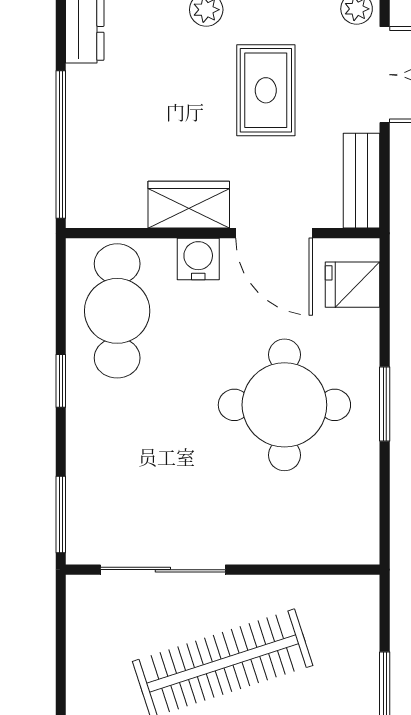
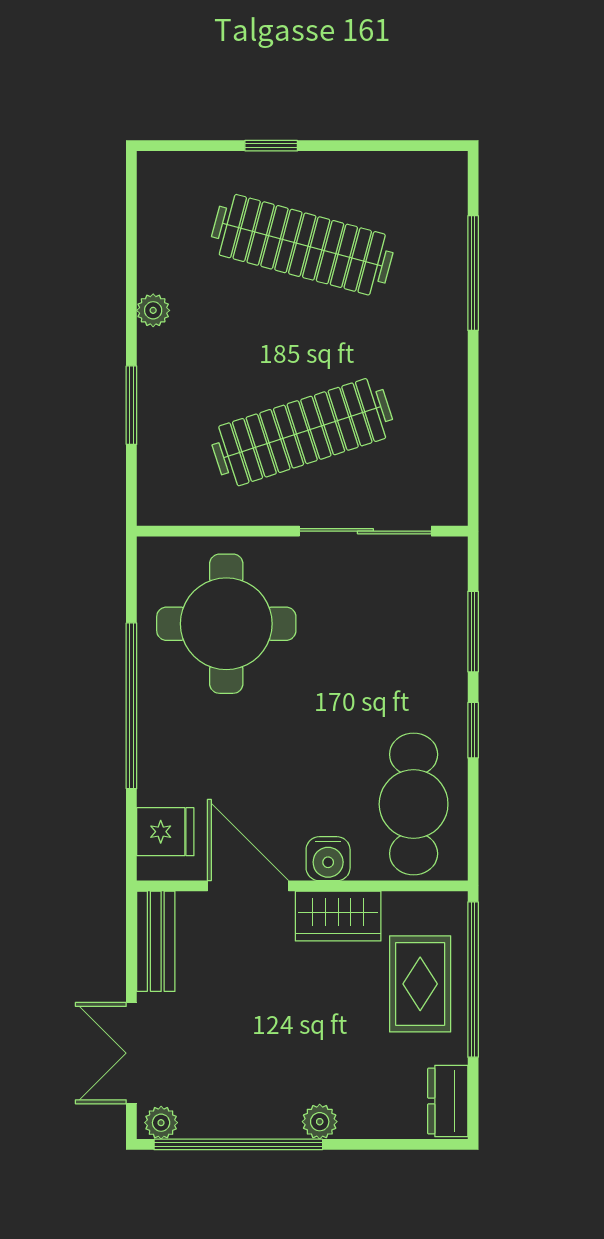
rug: (266, 90) -> (420, 984), moved
window: (385, 404) -> (131, 706), width x2.11
round table: (284, 405) -> (226, 624), moved
window: (61, 515) -> (473, 632), moved

